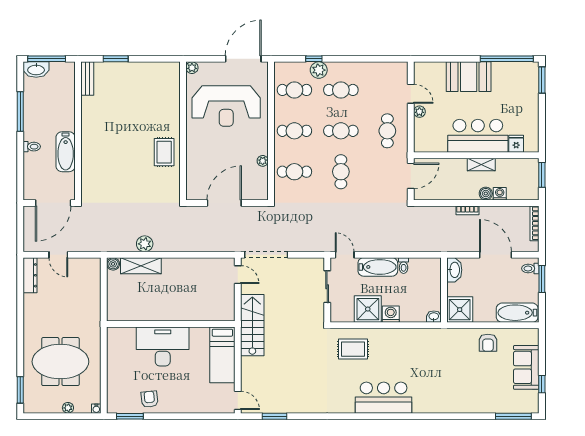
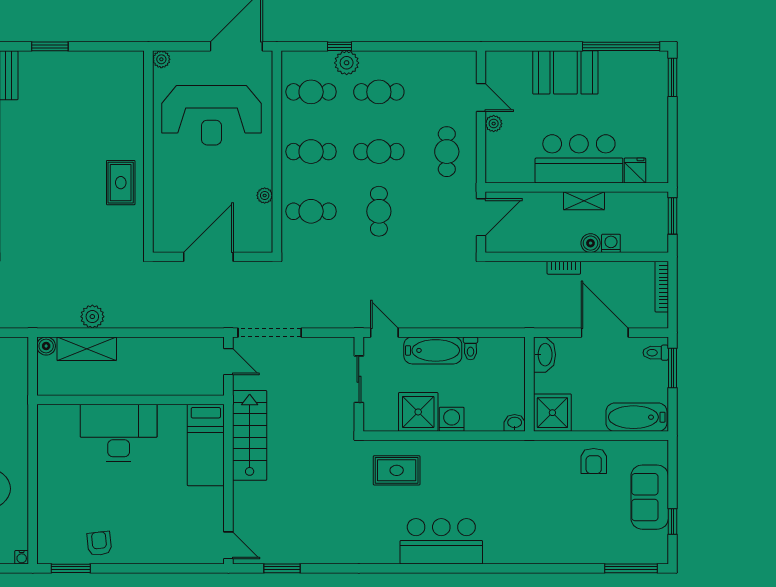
wall: (171, 324) -> (131, 400), moved
desk: (163, 346) -> (119, 433), moved
bed: (222, 355) -> (206, 445), moved

